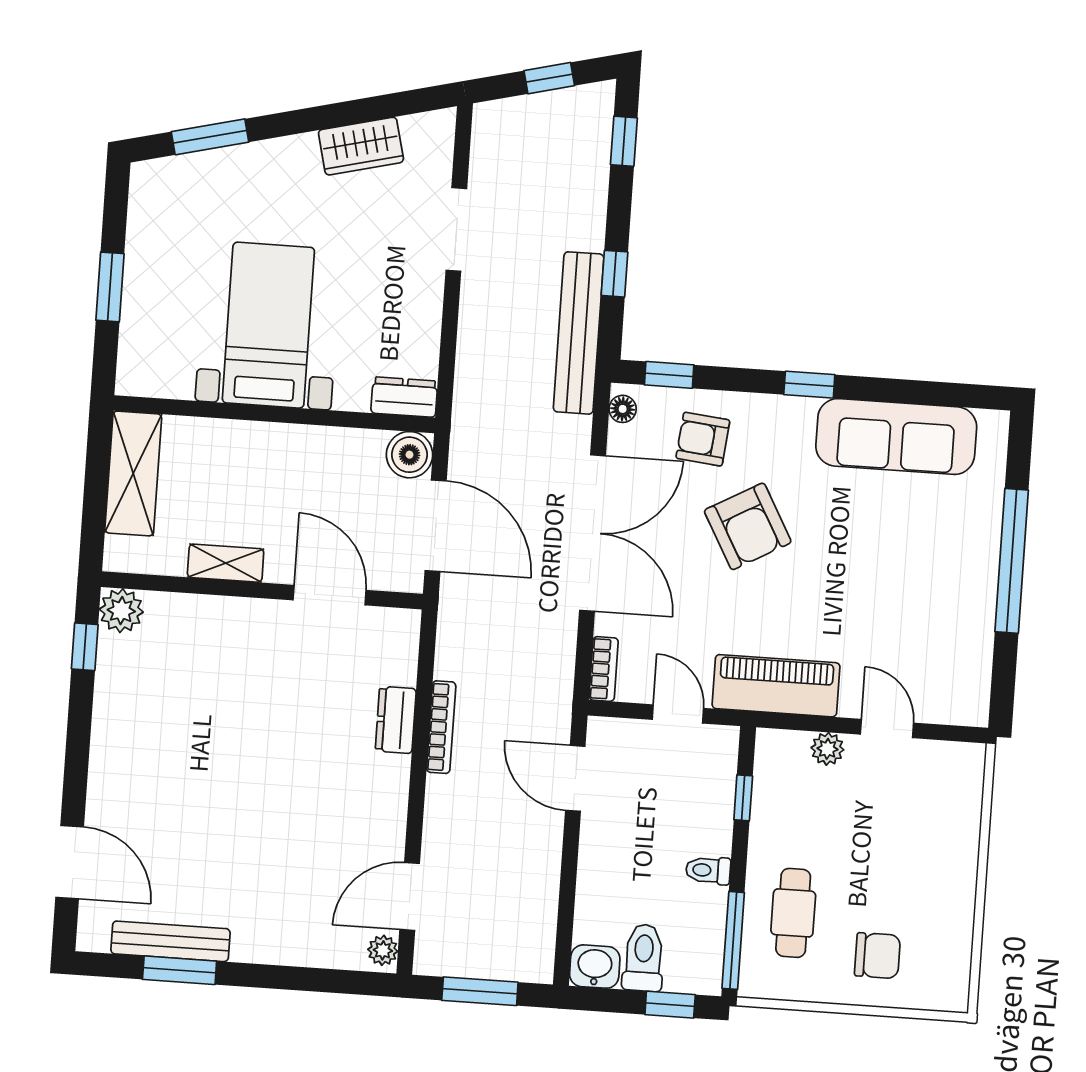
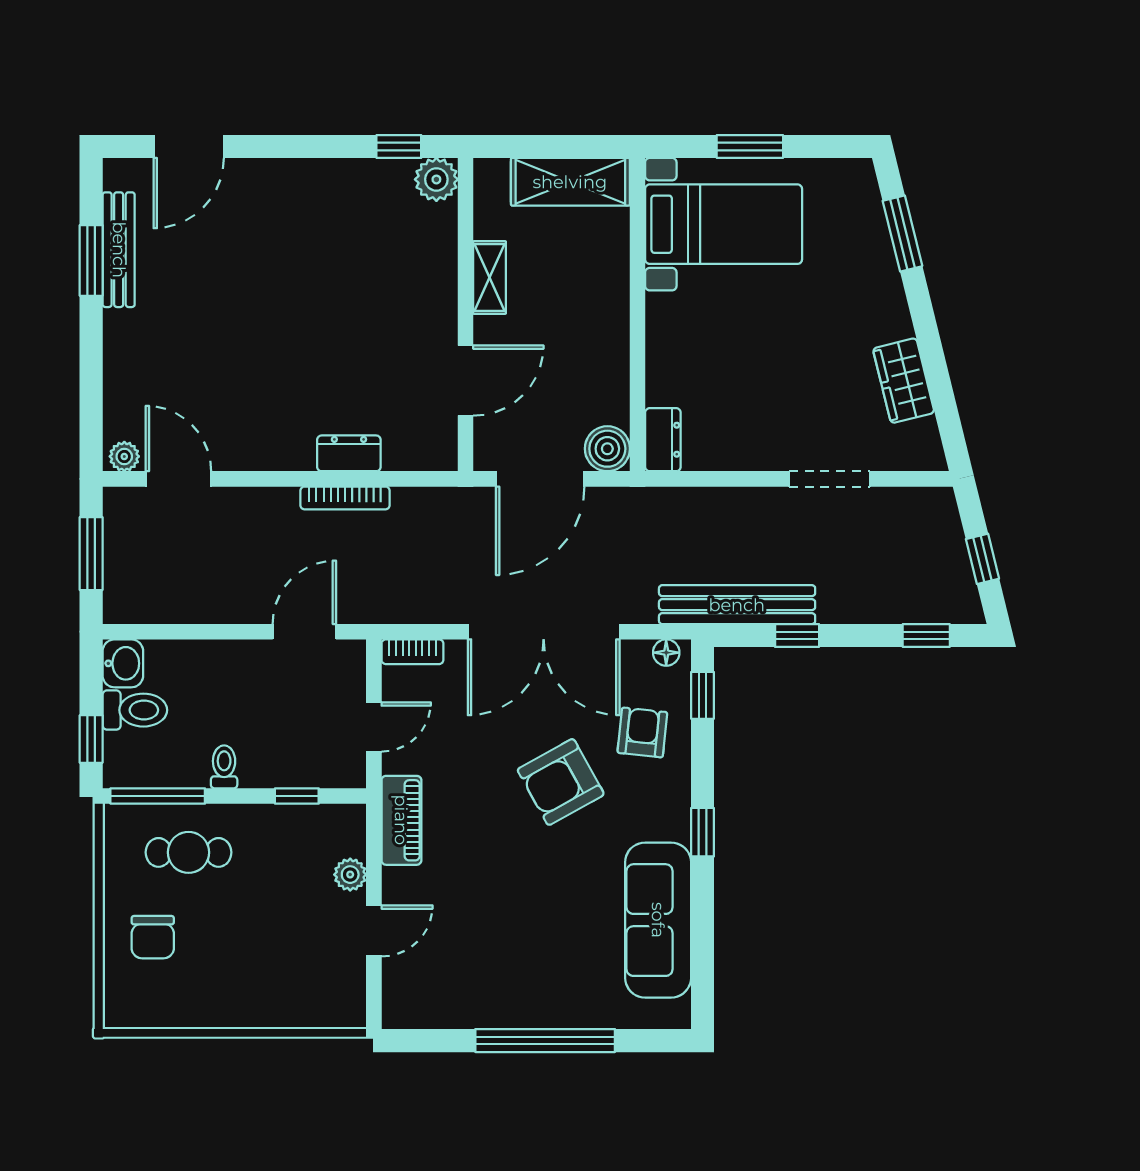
bed with nightstands: (268, 325) -> (724, 224), moved
piano: (776, 686) -> (401, 820), width x0.73, depth x0.75

